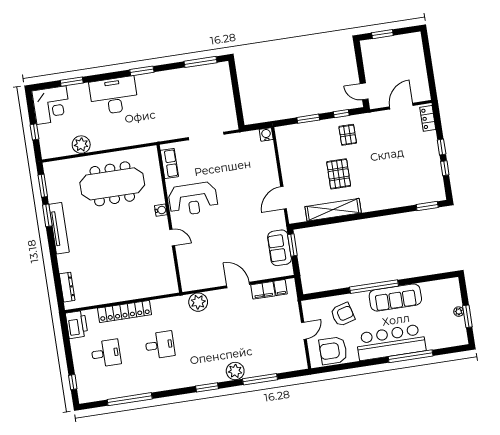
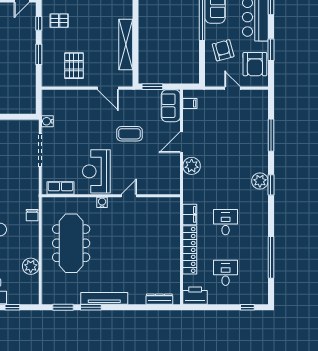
water cooler: (266, 134) -> (47, 121), moved
chair: (136, 138) -> (32, 215), added
pallet: (339, 174) -> (74, 66), moved, turned 90
reception desk: (193, 199) -> (96, 171), turned 180
coffee table: (238, 228) -> (130, 134), added
sofa: (279, 248) -> (171, 106), moved, turned 90
filing cabinet: (263, 290) -> (190, 214), moved
plant: (198, 302) -> (192, 166), moved
window: (351, 365) -> (271, 50), added
plant: (235, 371) -> (260, 181), moved

